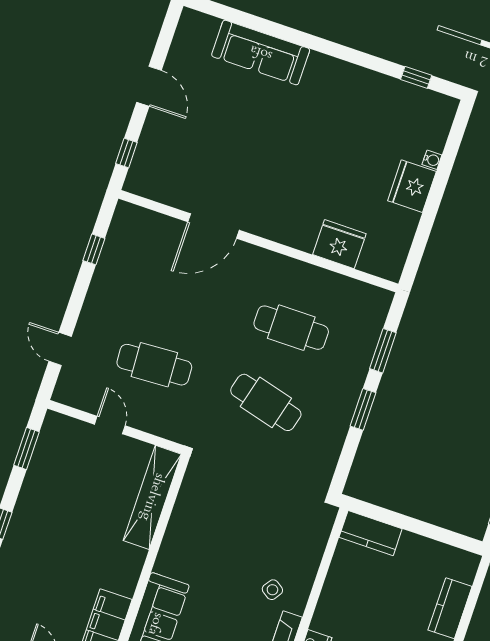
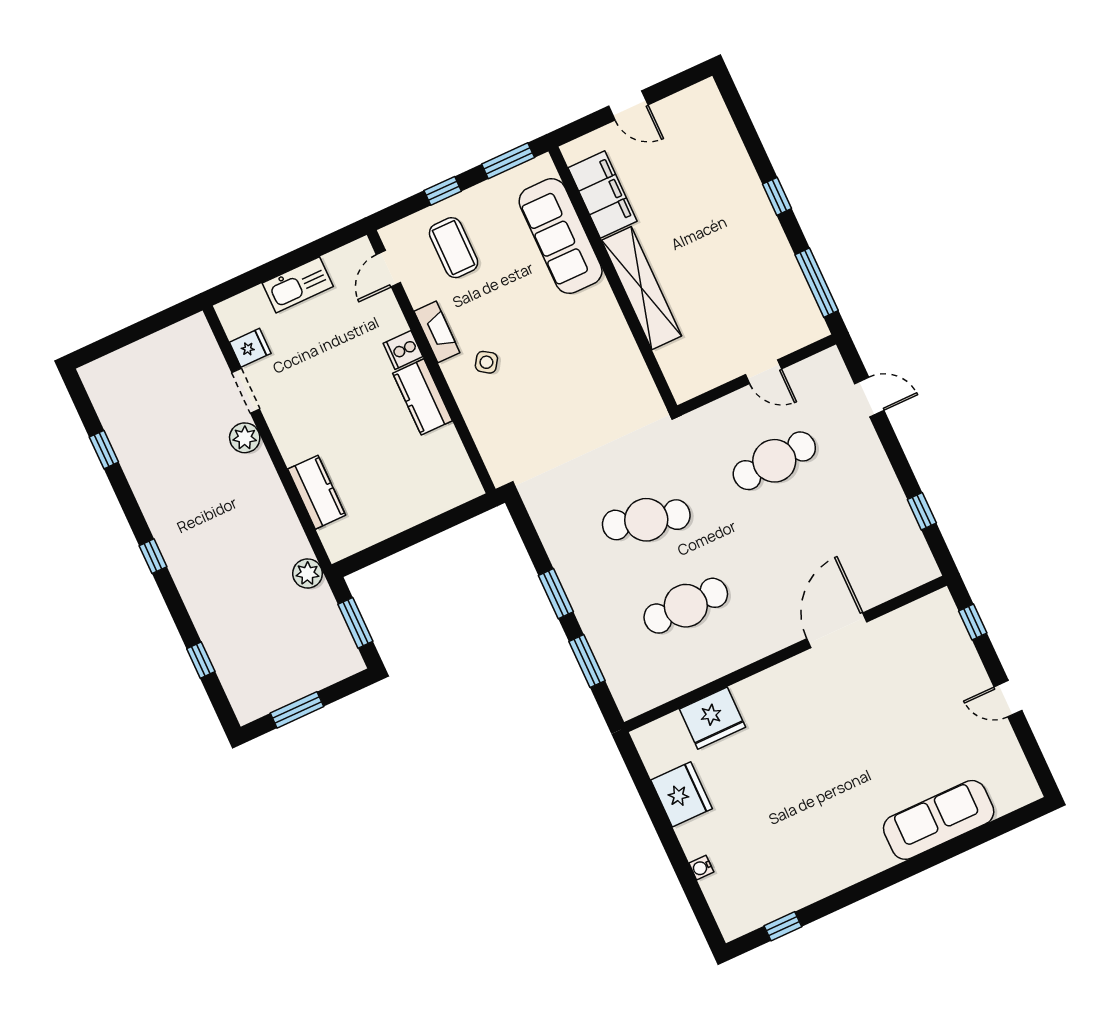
door: (149, 86) -> (1008, 699), width x0.73
fridge: (412, 186) -> (682, 794), moved
window: (26, 449) -> (817, 283), width x1.44
shelving: (152, 497) -> (641, 288), moved
kitchen counter: (371, 533) -> (423, 397), moved, turned -90

